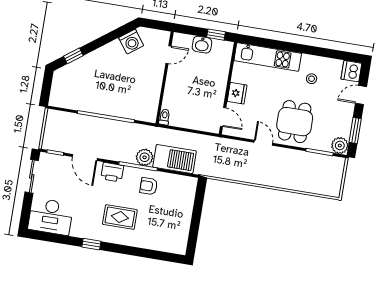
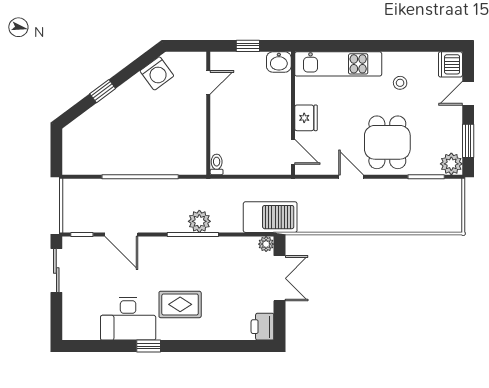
window: (216, 35) -> (248, 46), moved
washbasin: (202, 45) -> (279, 62), moved
window: (73, 56) -> (103, 91), moved
barbecue: (175, 159) -> (270, 217), moved
printer: (112, 172) -> (262, 327), moved, turned 90
plant: (192, 183) -> (266, 244), added
armchair: (149, 186) -> (211, 258), removed
double door: (197, 210) -> (280, 278), added
desk: (51, 216) -> (128, 319), moved

